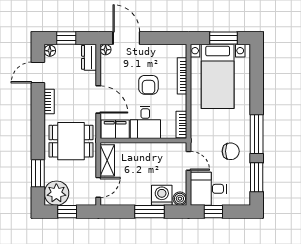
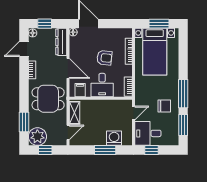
dresser: (89, 57) -> (61, 42), width x1.44
armchair: (148, 85) -> (104, 58), turned -84
filing cabinet: (115, 129) -> (80, 90), width x0.50
door: (189, 161) -> (134, 113), hinge flipped
boiler: (180, 199) -> (127, 141), removed

